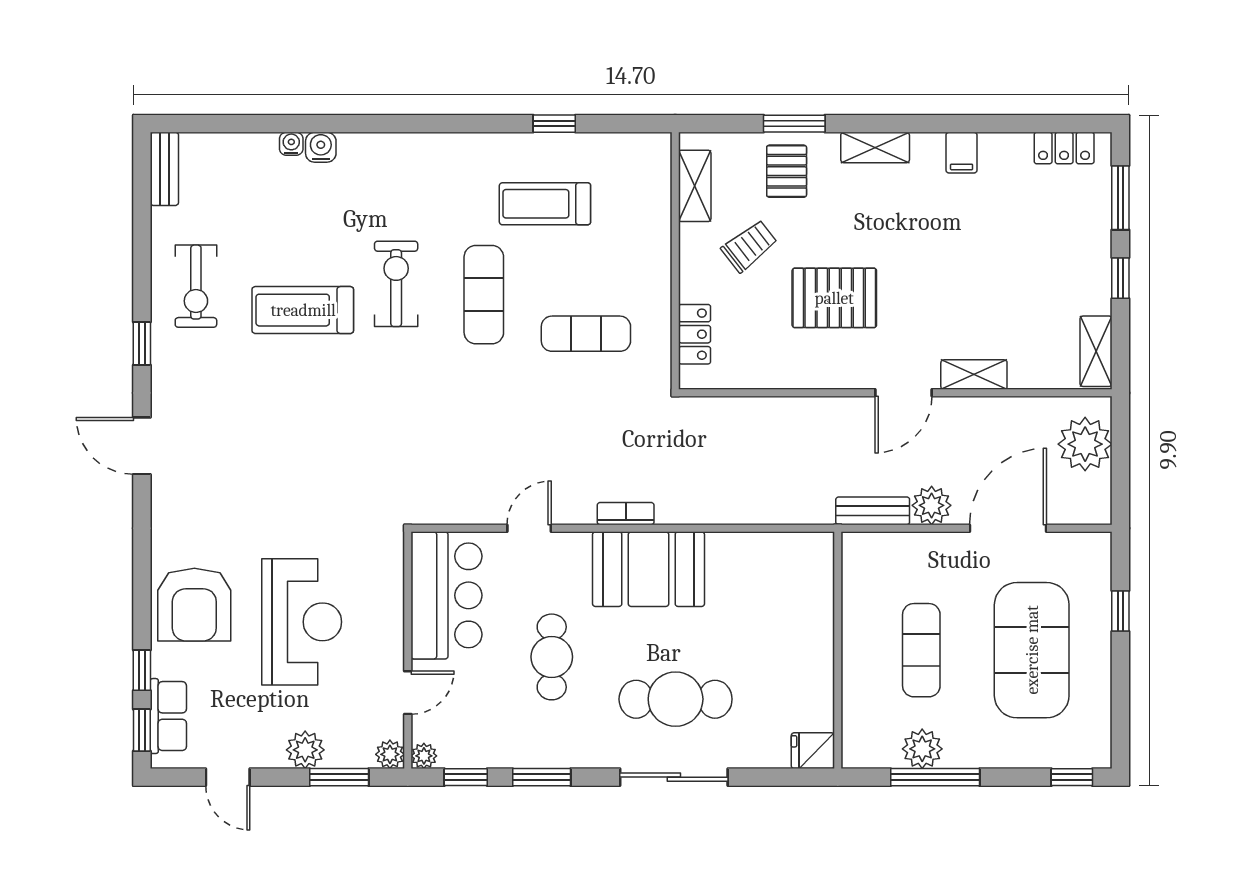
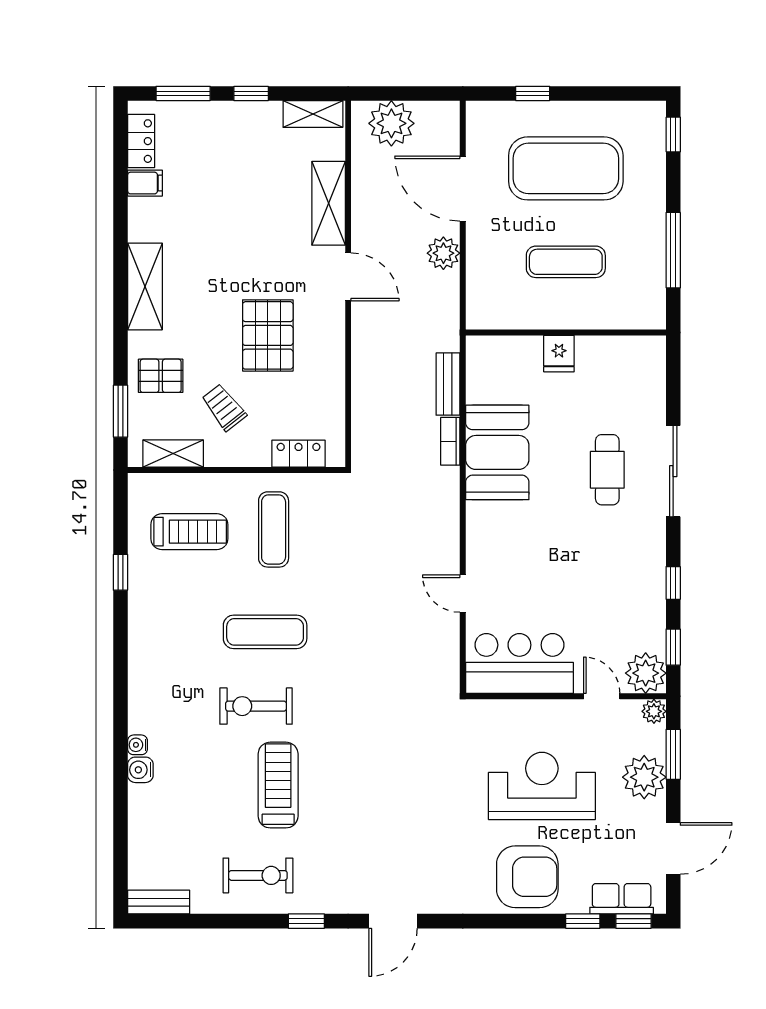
window: (794, 124) -> (120, 411), moved
water cooler: (291, 144) -> (137, 745), moved
shelving: (875, 147) -> (145, 286), width x1.50, depth x1.33
filing cabinet: (962, 153) -> (145, 183), moved
treadmill: (545, 204) -> (189, 532), moved, turned -90
treadmill: (303, 310) -> (278, 785), turned 180
exercise mat: (586, 334) -> (274, 529), moved
shelving: (974, 375) -> (329, 203), width x1.50, depth x1.33
bench: (873, 511) -> (448, 384), moved
bookcase: (626, 514) -> (450, 441), moved
booth: (648, 569) -> (497, 452), moved
cafe table: (552, 657) -> (572, 574), removed
cafe table: (676, 699) -> (607, 470), width x0.73, depth x0.74
plant: (922, 749) -> (649, 261), removed
plant: (305, 750) -> (644, 777), width x1.36, depth x1.36
fridge: (813, 751) -> (559, 354), moved
plant: (424, 756) -> (646, 673), width x1.88, depth x1.88
door: (228, 777) -> (673, 848), width x1.38
window: (542, 777) -> (673, 583), width x0.67

